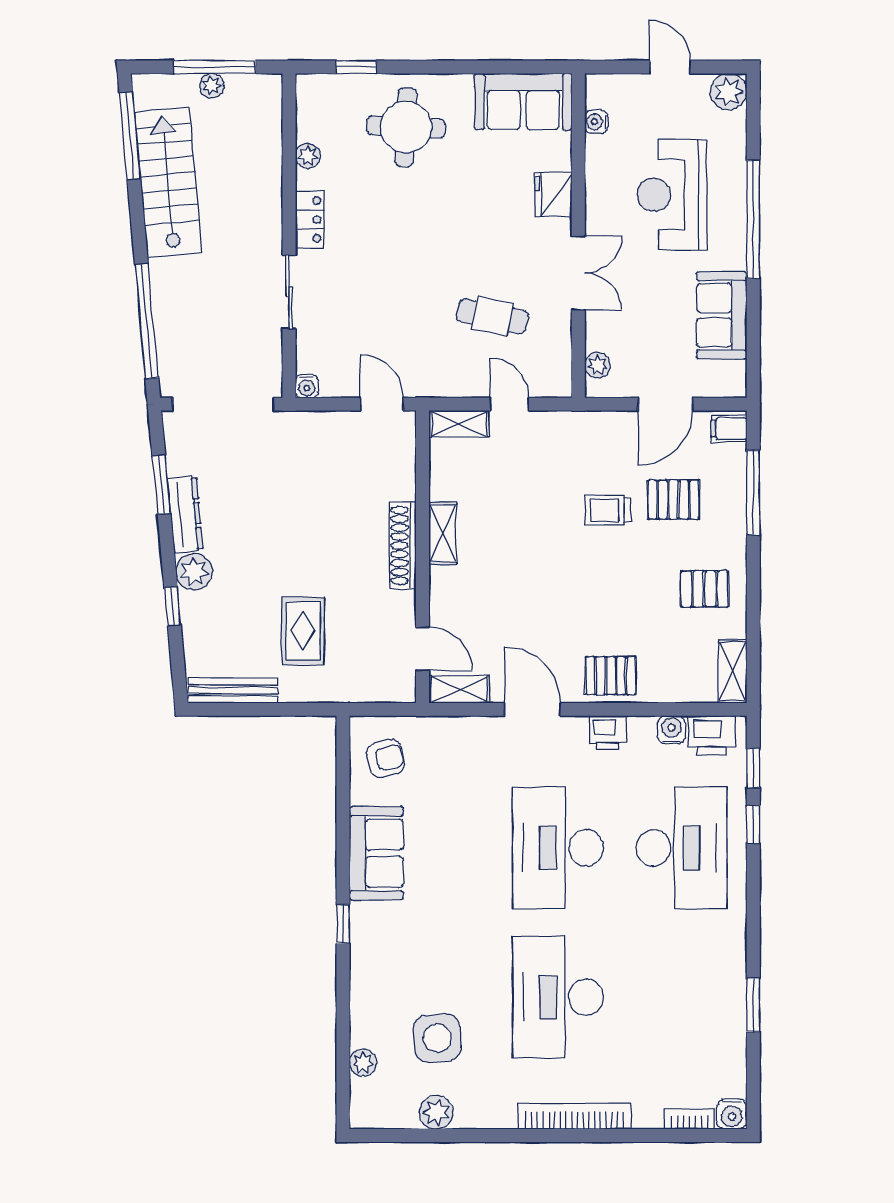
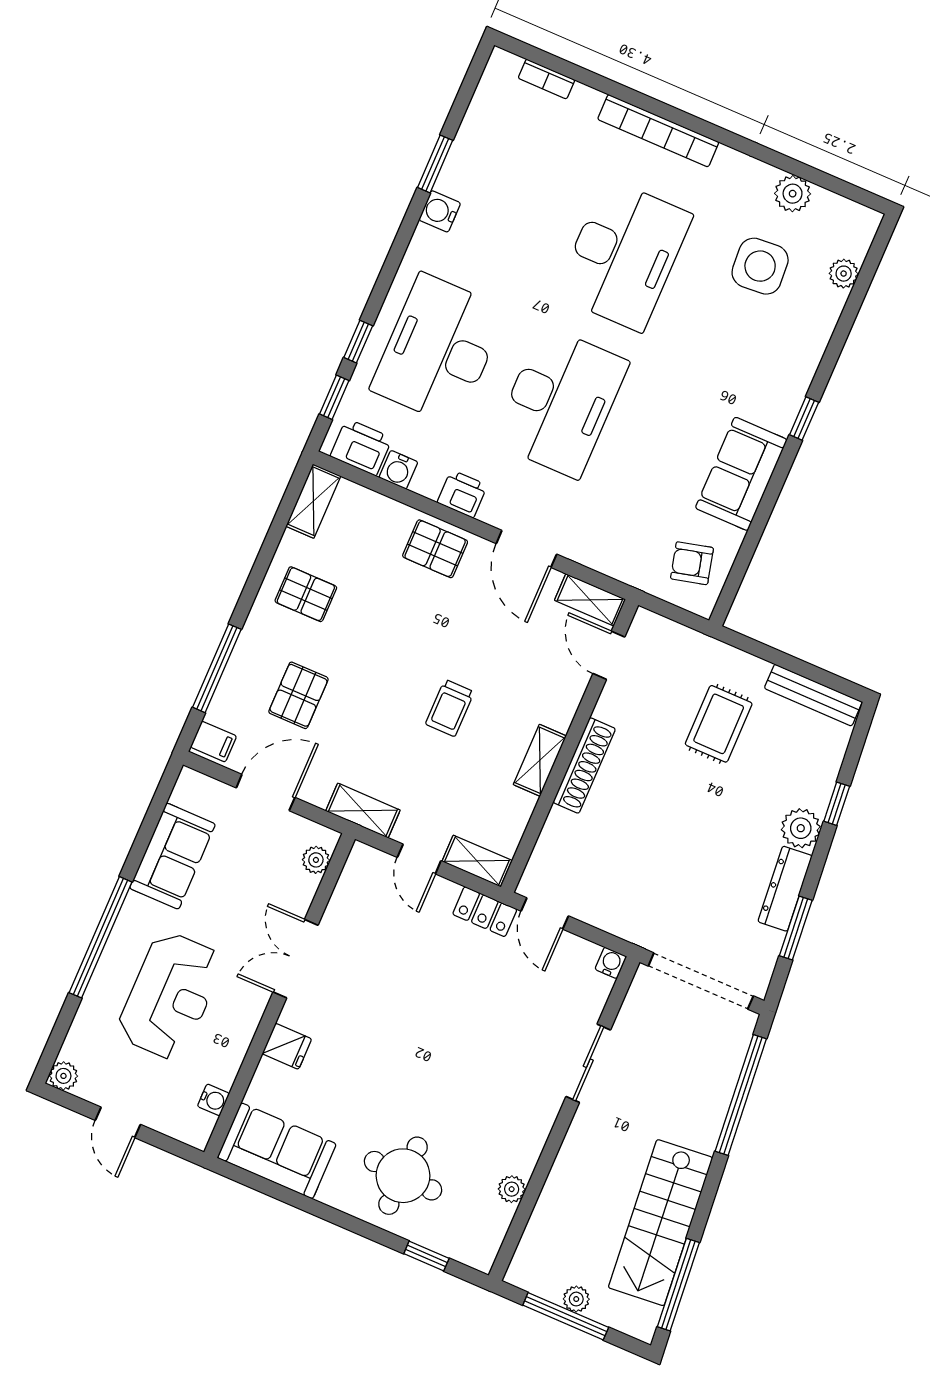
plant: (729, 92) -> (63, 1076), width x0.73, depth x0.73
fridge: (553, 195) -> (287, 1046), width x0.72
locker: (310, 220) -> (485, 912), moved, turned -90
cafe table: (492, 316) -> (399, 953), removed
shelving: (576, 425) -> (363, 811), added
pallet: (673, 500) -> (298, 695), turned 90
trolley: (608, 510) -> (450, 708), moved, turned 90
water cooler: (732, 1114) -> (440, 211), moved, turned -90

